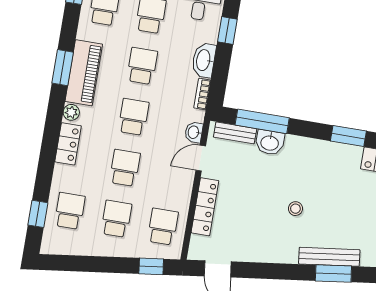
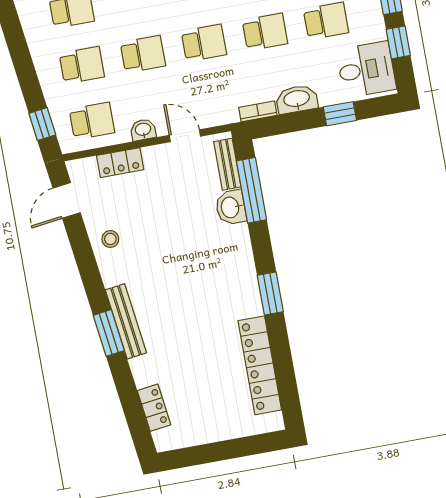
washbasin: (194, 132) -> (143, 130), moved
locker: (205, 207) -> (120, 163), width x0.66
stool: (295, 209) -> (110, 239), moved

